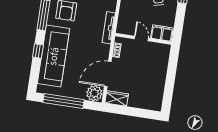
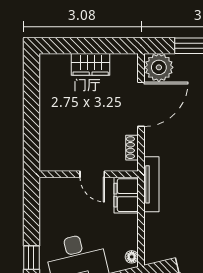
filing cabinet: (162, 33) -> (126, 195), moved, turned 90
wardrobe: (117, 98) -> (91, 64), moved

